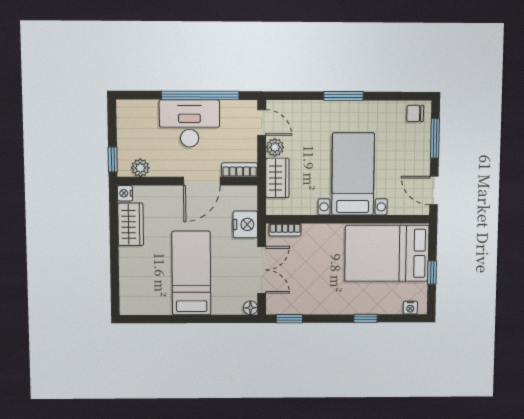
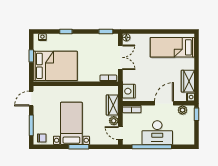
bed with nightstands: (353, 174) -> (71, 123), moved, turned 180
door: (202, 181) -> (164, 103), moved
door: (434, 191) -> (31, 99), swing flipped
nightstand: (245, 224) -> (129, 91), moved
double door: (262, 270) -> (120, 57), swing flipped
bed: (191, 273) -> (172, 47), moved, turned 90

